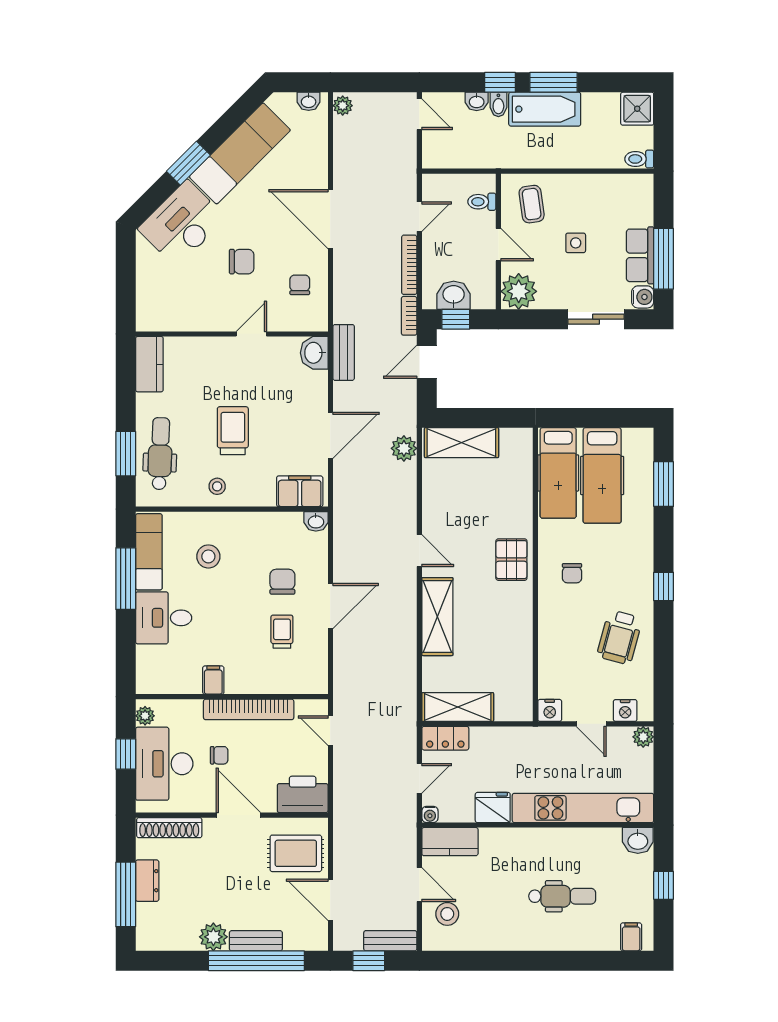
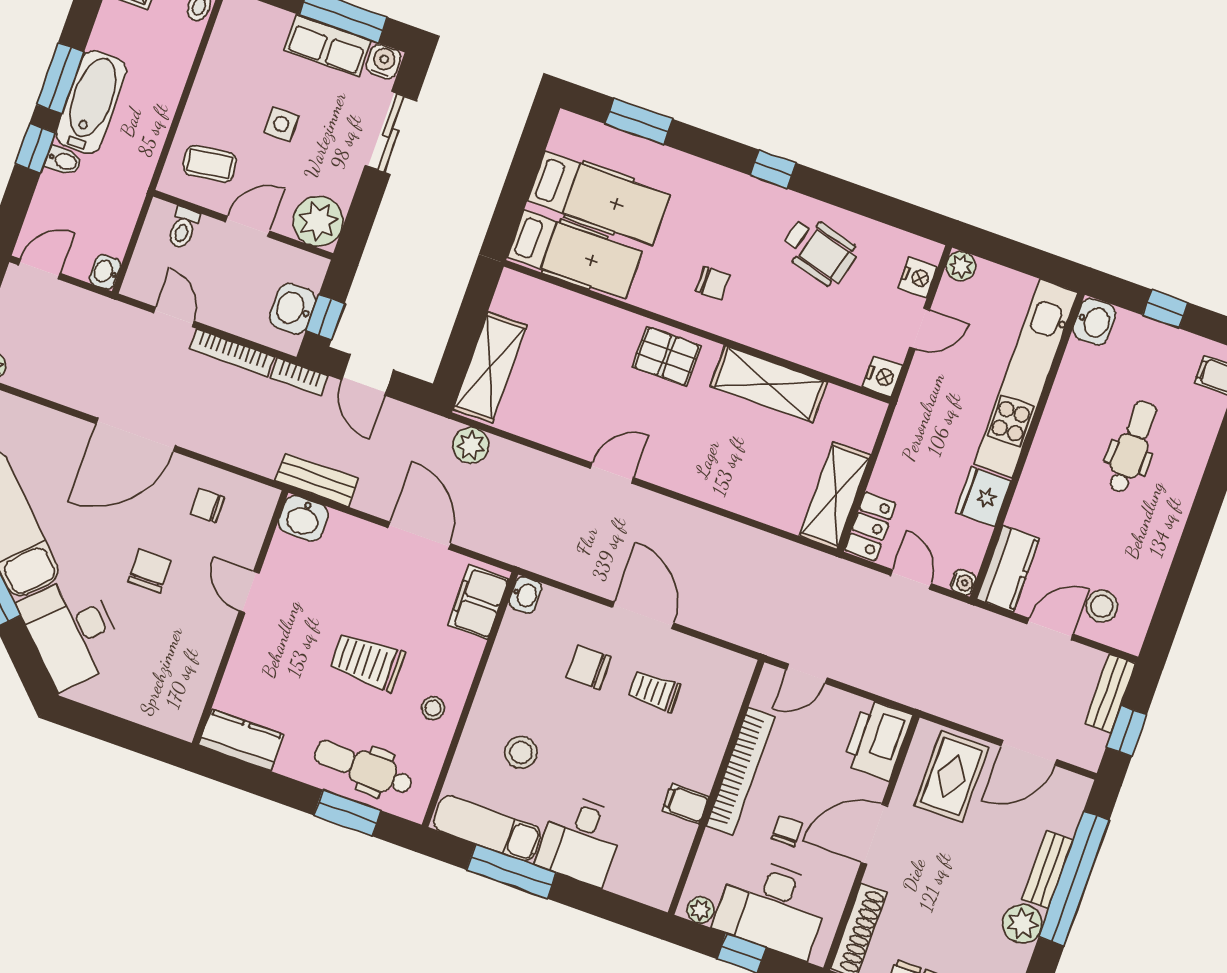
washbasin: (477, 101) -> (105, 272), moved, turned 180
shelving: (437, 617) -> (769, 384), moved

